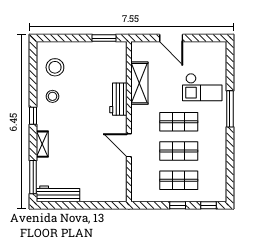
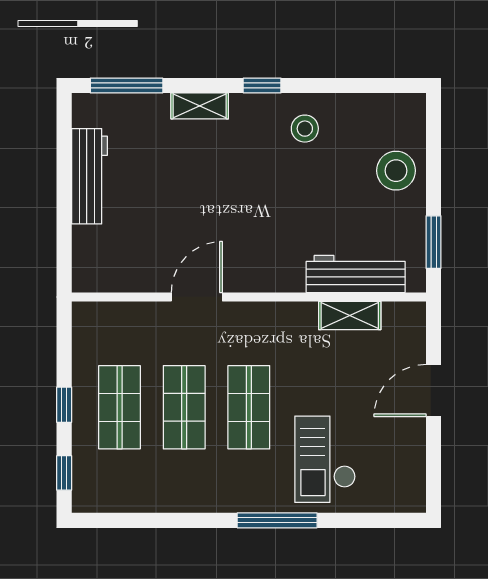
stool: (55, 67) -> (396, 171), moved
shelving: (139, 83) -> (350, 315), width x0.67, depth x0.75
workbench: (118, 99) -> (356, 274), moved, width x1.38
workbench: (58, 194) -> (89, 176), moved

